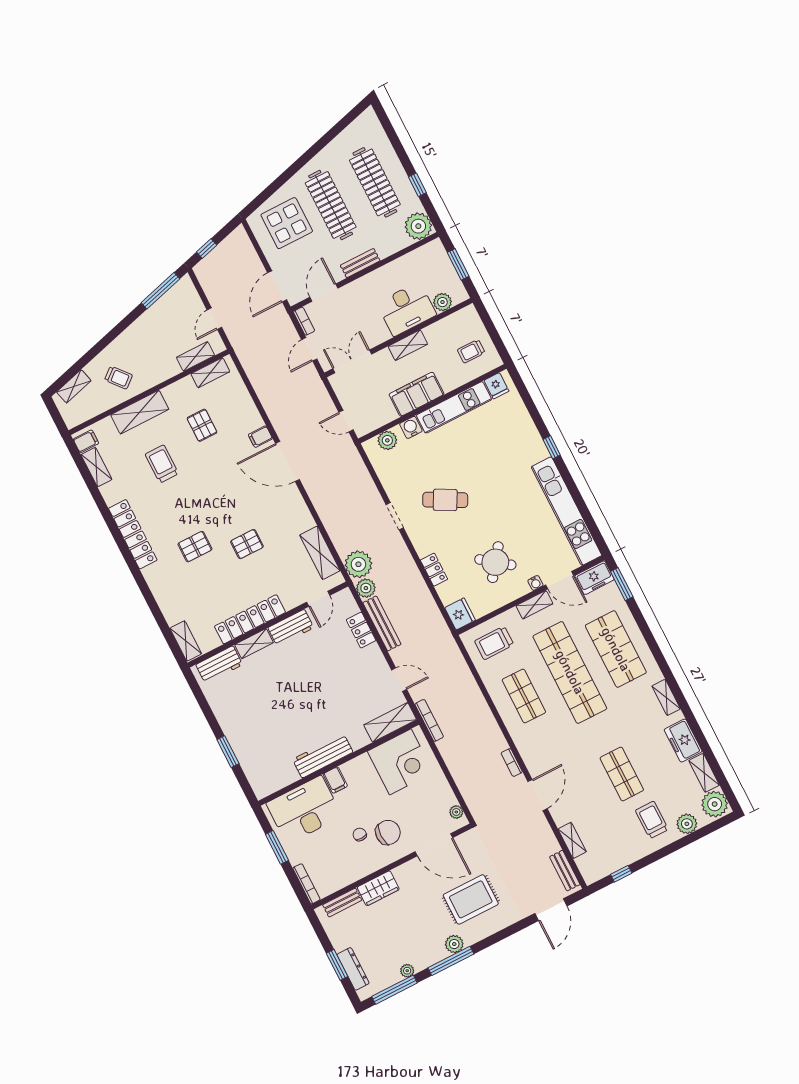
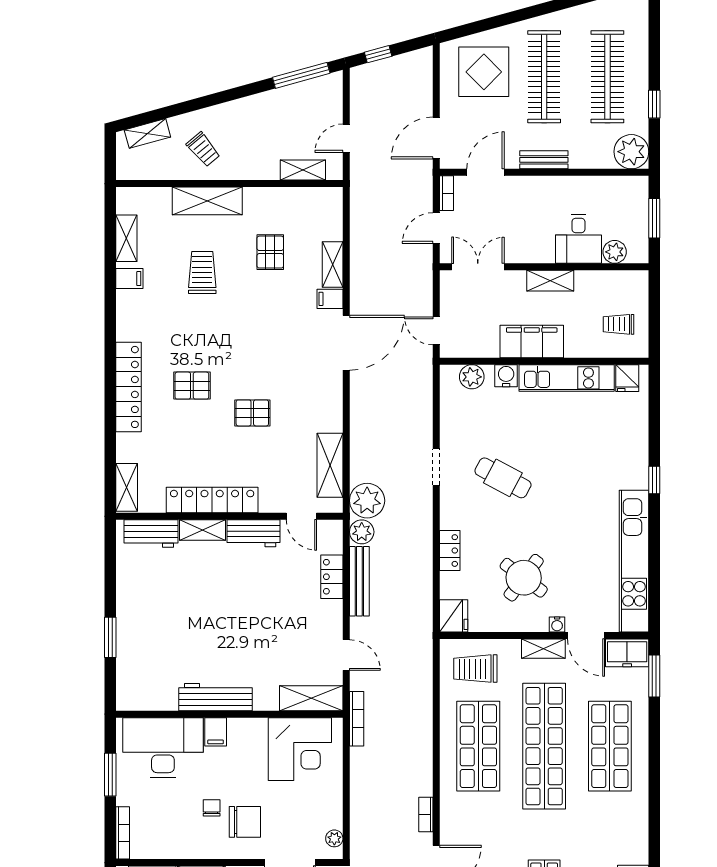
desk: (407, 309) -> (578, 239), width x0.73
shelving: (210, 373) -> (333, 264), moved, turned 90
filing cabinet: (86, 441) -> (129, 279), moved
door: (287, 461) -> (346, 343), swing flipped
locker: (133, 534) -> (129, 387), moved
door: (318, 599) -> (301, 516), hinge flipped
shop shelf: (524, 696) -> (478, 746), width x1.43, depth x1.36
shelving: (666, 697) -> (639, 830), removed

